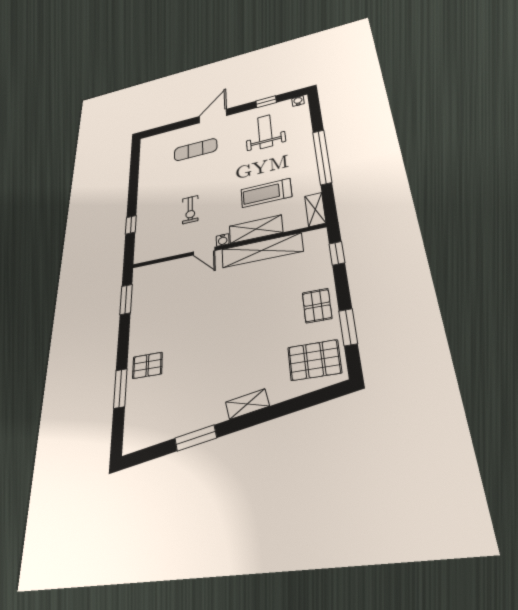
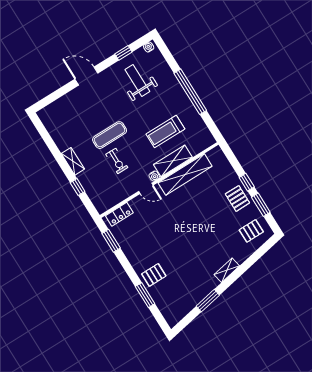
door: (213, 116) -> (86, 76), hinge flipped
exercise mat: (196, 150) -> (110, 135), moved
shelving: (315, 210) -> (73, 161), moved
window: (337, 253) -> (247, 182), moved
locker: (155, 271) -> (119, 214), added
pallet: (314, 360) -> (251, 231), width x0.67, depth x0.71

